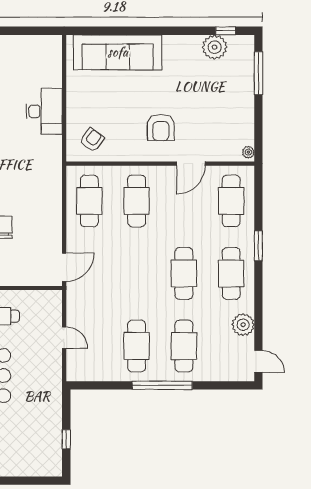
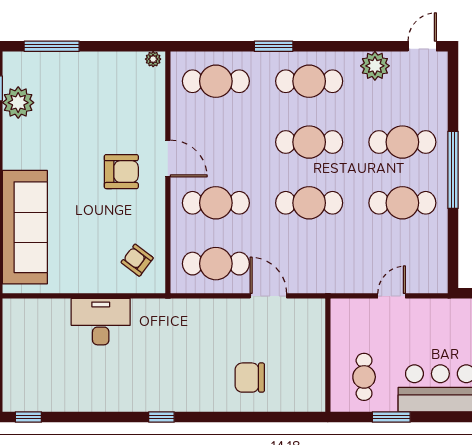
door: (191, 164) -> (168, 158), moved
door: (64, 267) -> (268, 296), moved
cafe table: (137, 273) -> (309, 203), added

